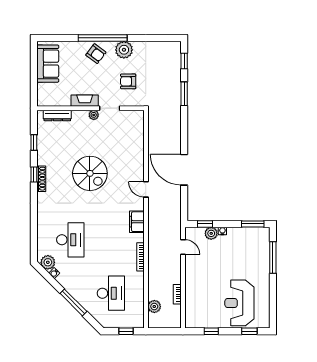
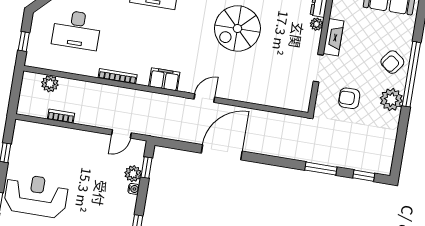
armchair: (128, 81) -> (349, 98), turned -90
plant: (94, 115) -> (317, 24), moved

